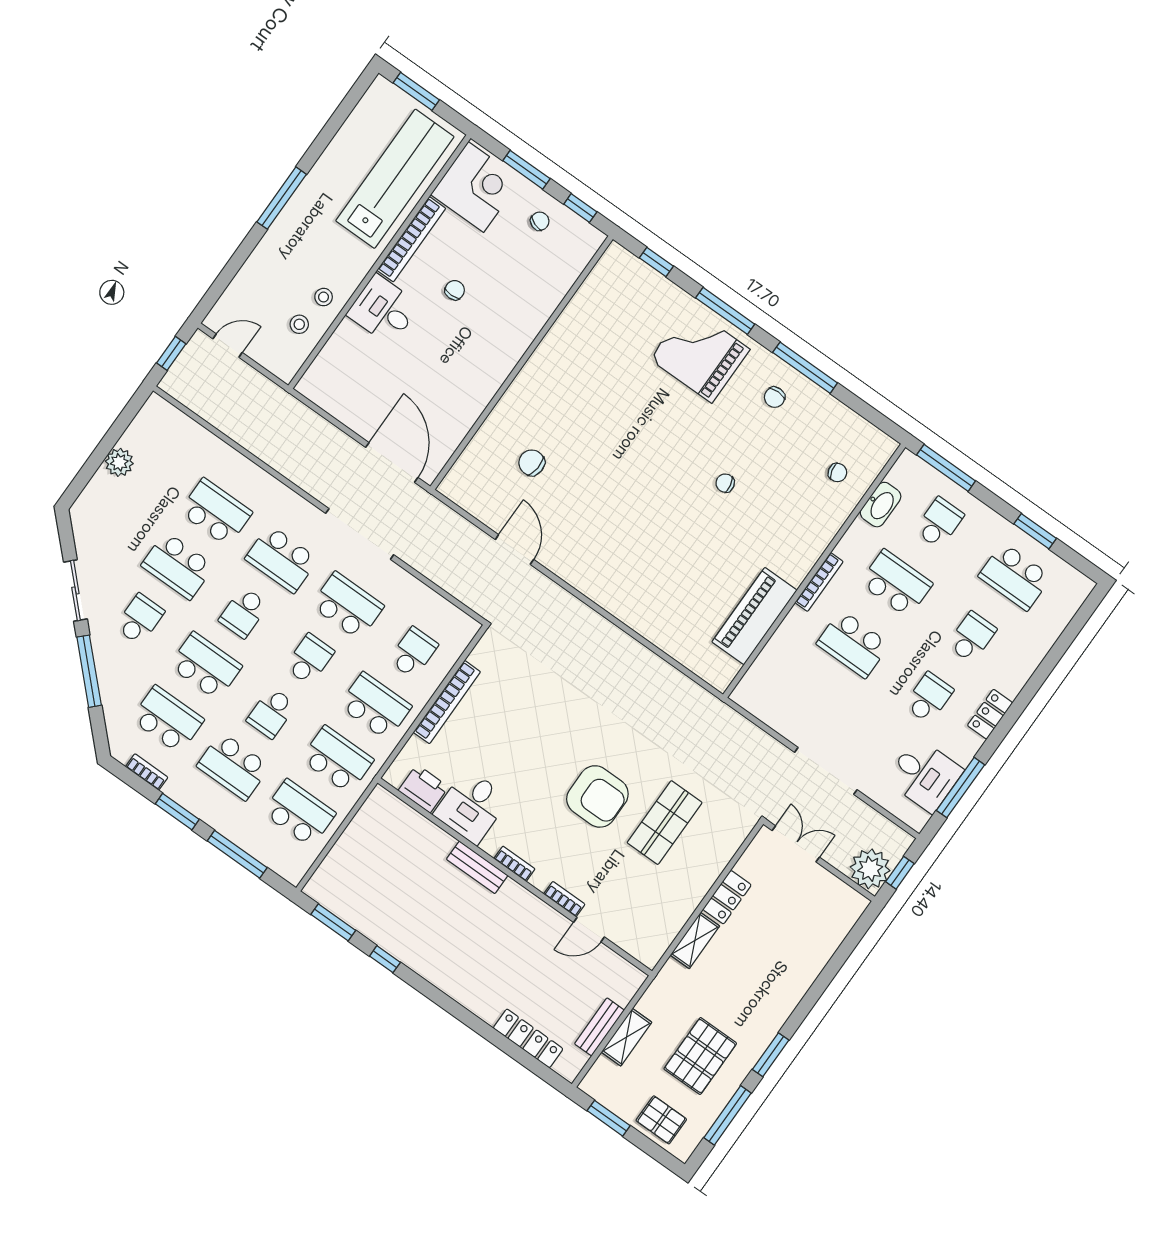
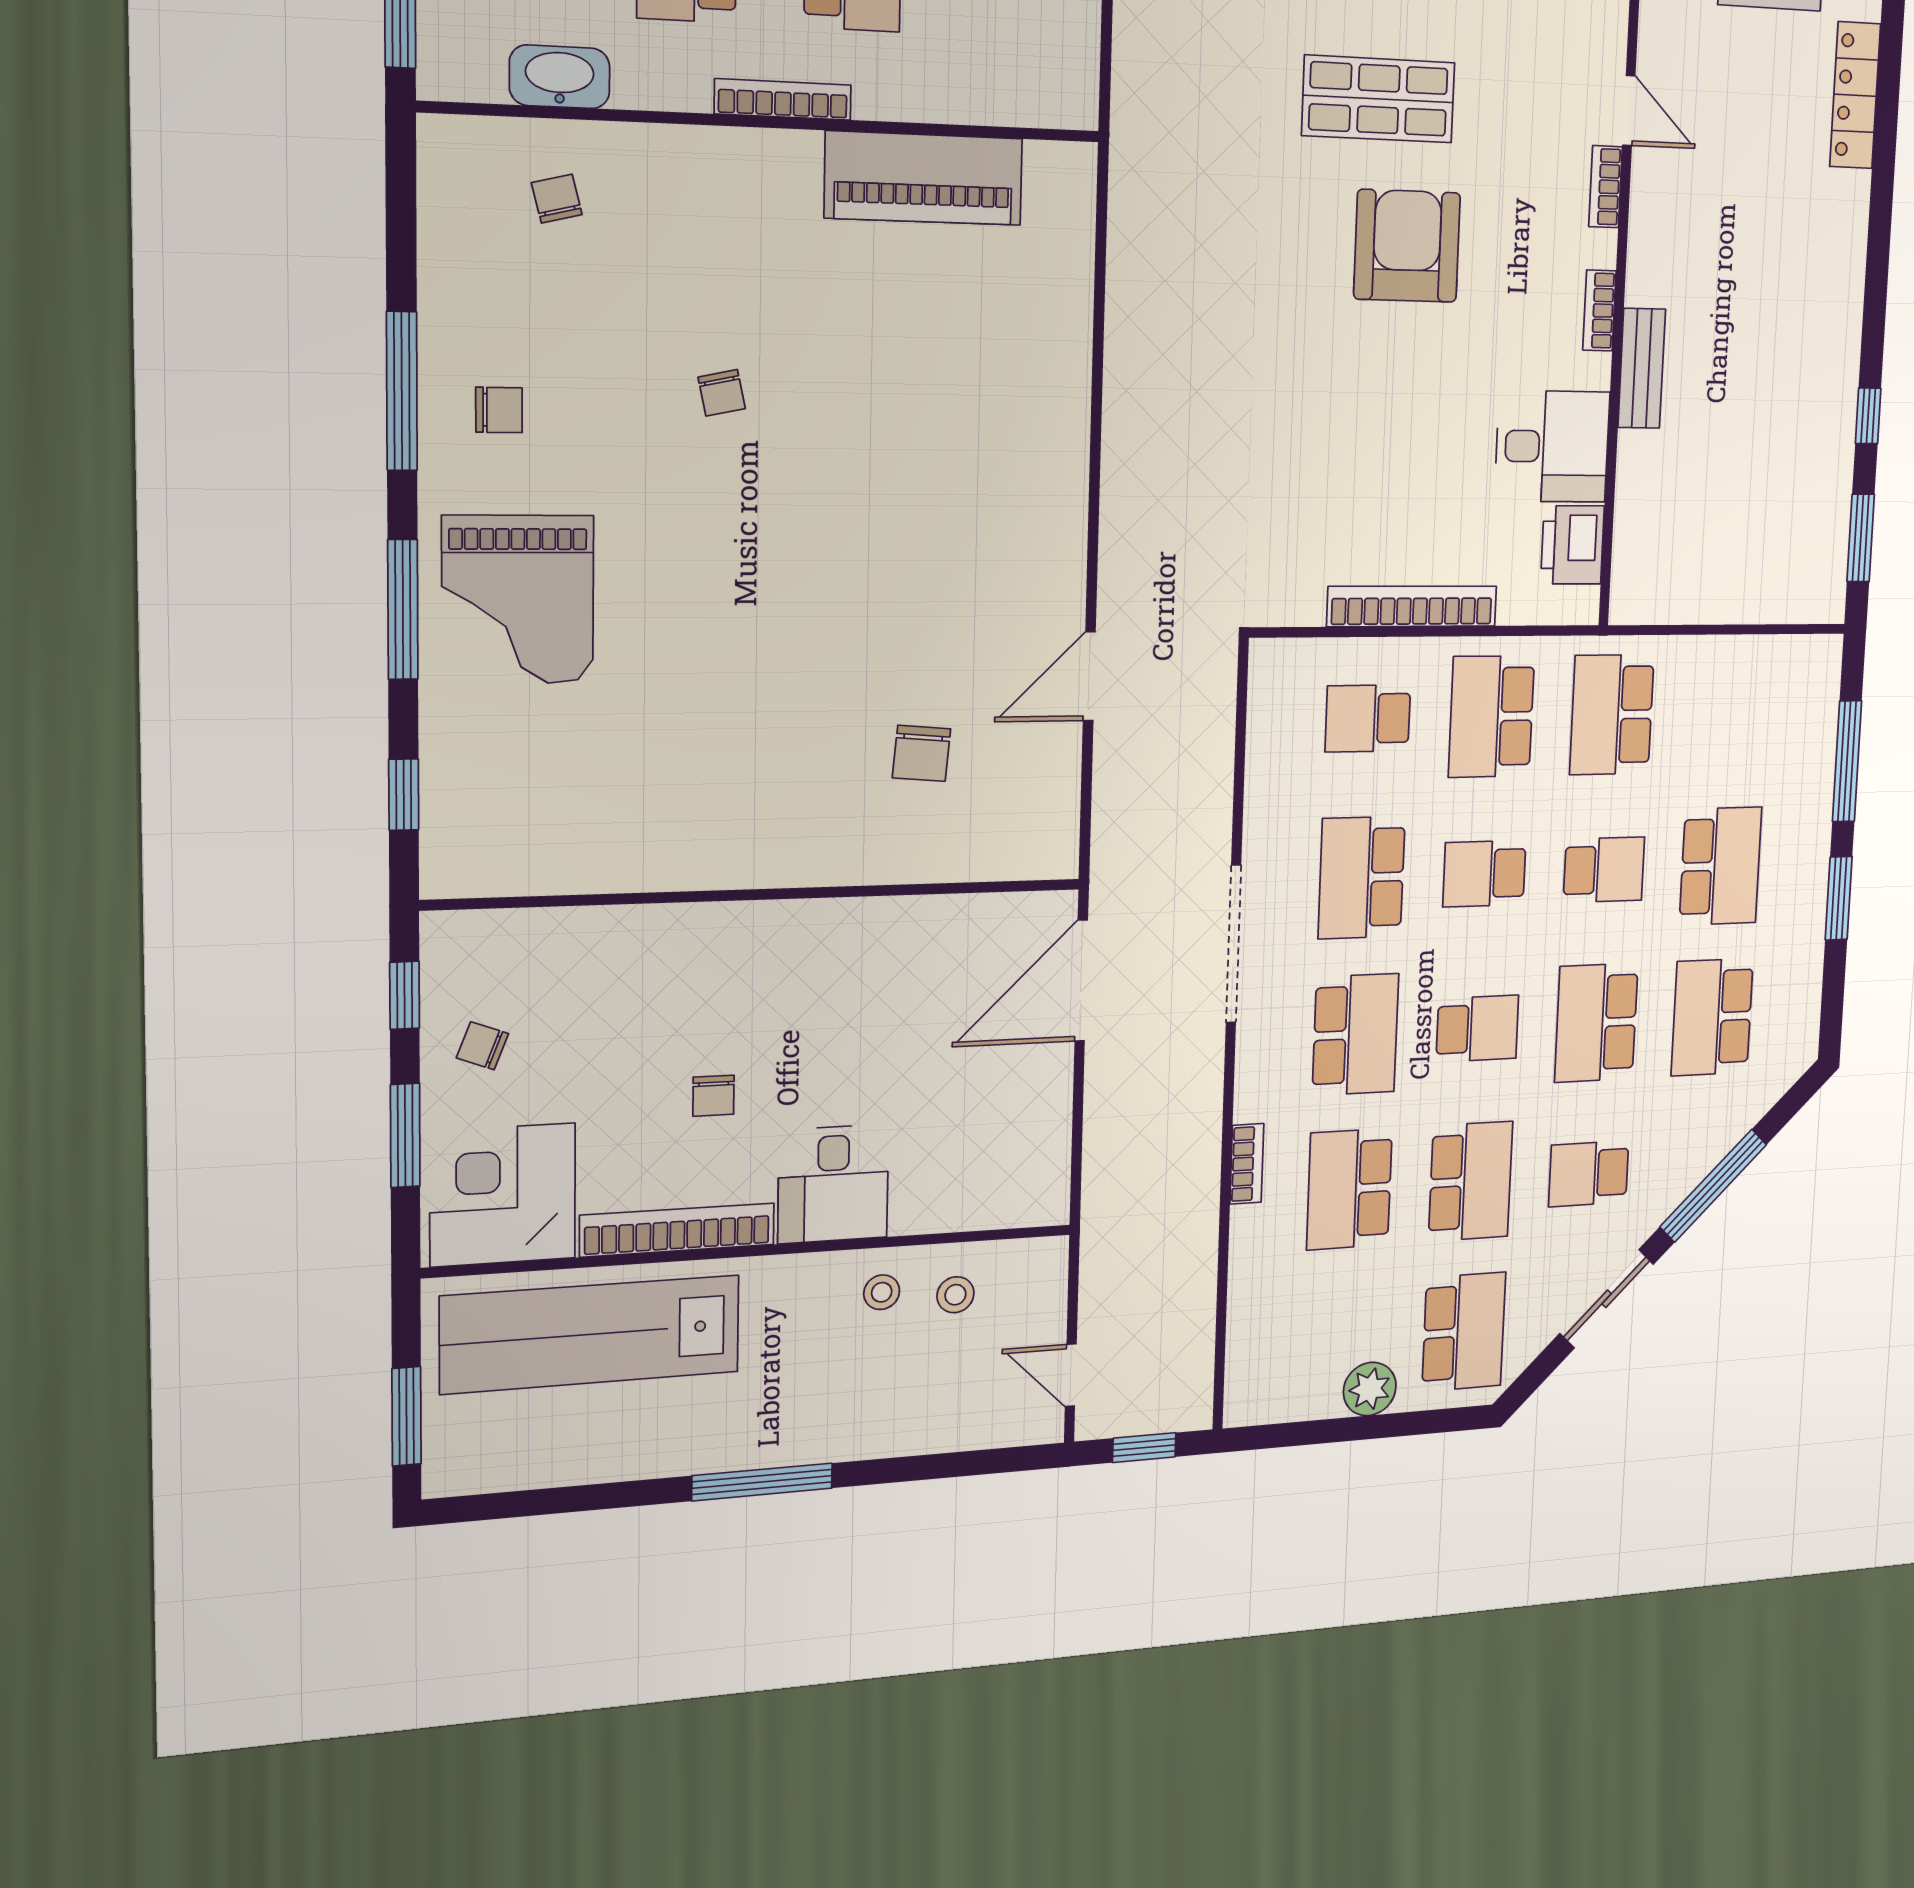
chair: (455, 290) -> (713, 1096), turned -90
bookcase: (147, 772) -> (1247, 1164), moved, turned 180
school desk: (299, 813) -> (1464, 1332), moved, turned 180

